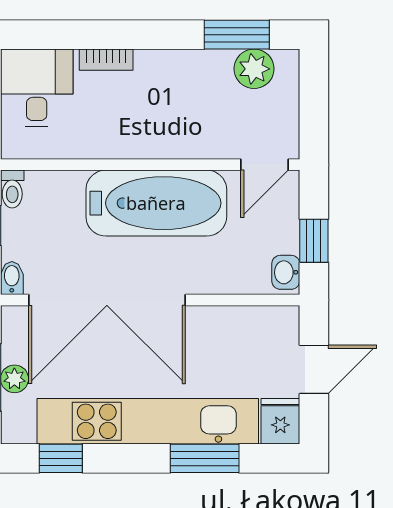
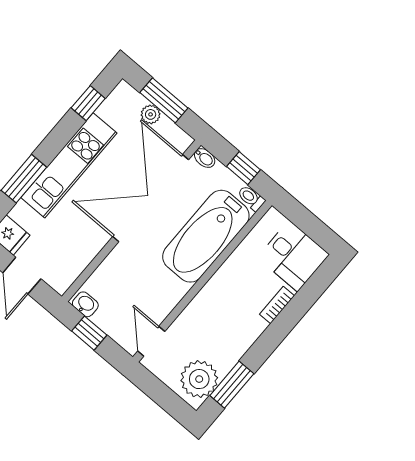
plant: (254, 69) -> (199, 379), width x1.36, depth x1.36
bathtub: (156, 203) -> (206, 236), moved
kitchen unit: (148, 421) -> (69, 165), width x0.73

